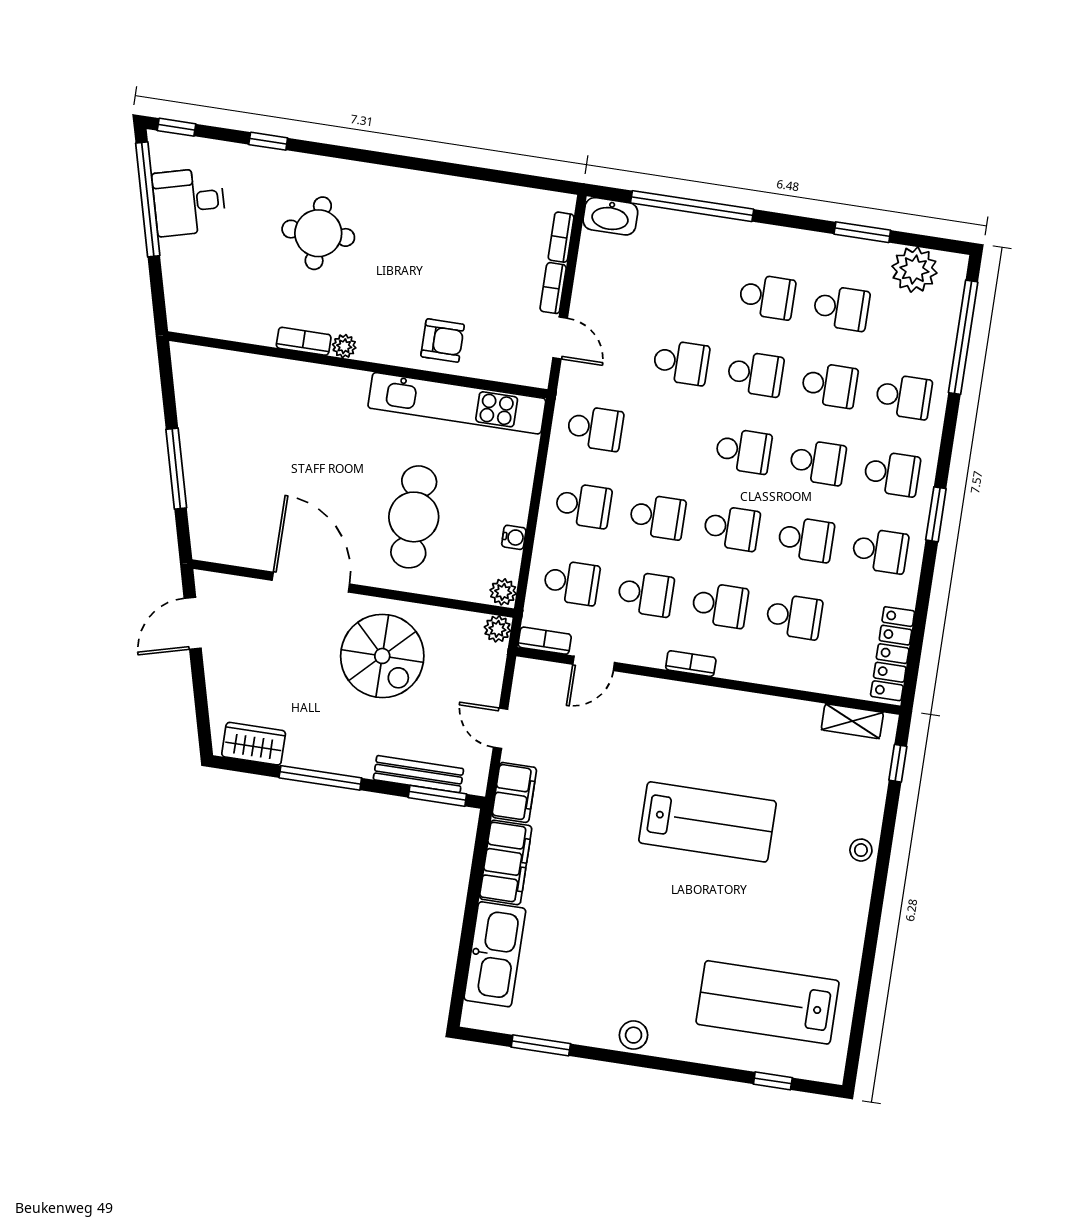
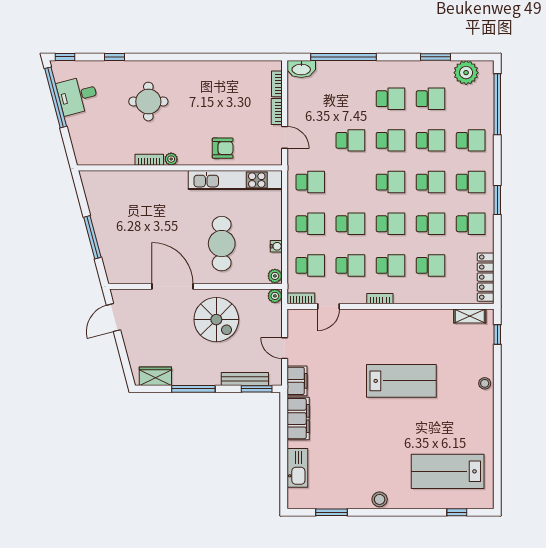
kitchen sink: (495, 954) -> (297, 468), width x0.73, depth x0.81

